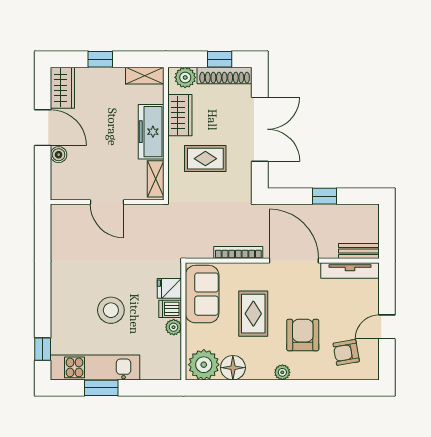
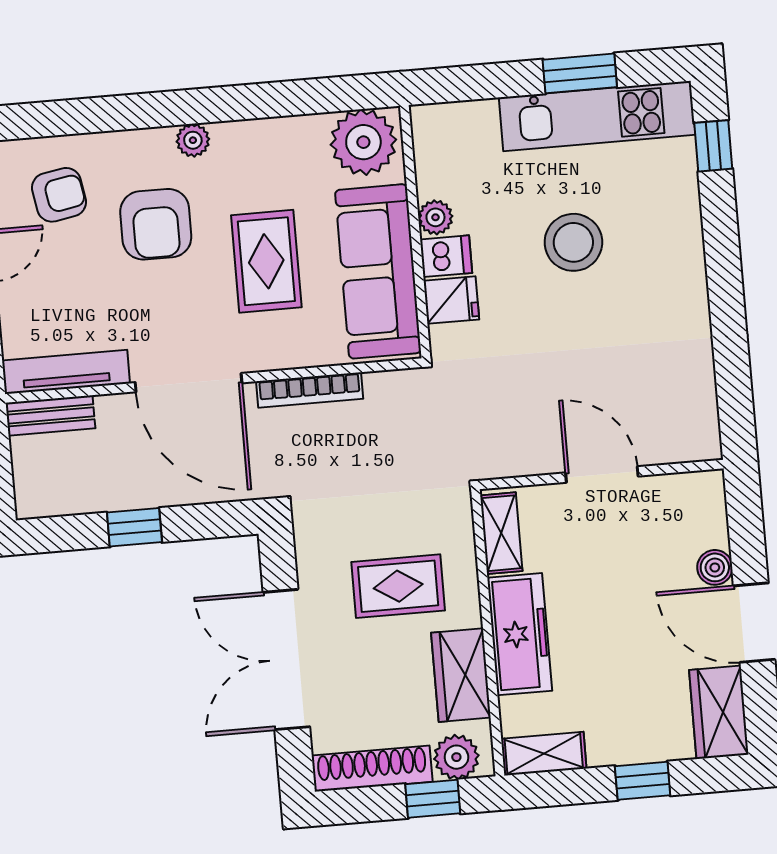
window: (220, 59) -> (433, 799), moved
sofa: (202, 294) -> (378, 271), width x1.36
floor lamp: (233, 368) -> (300, 141), removed

